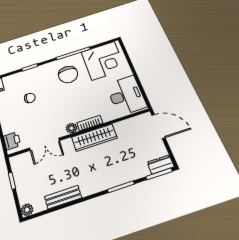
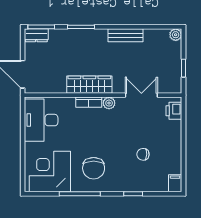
chair: (68, 75) -> (94, 168), turned 180
bench: (63, 197) -> (125, 35), moved

